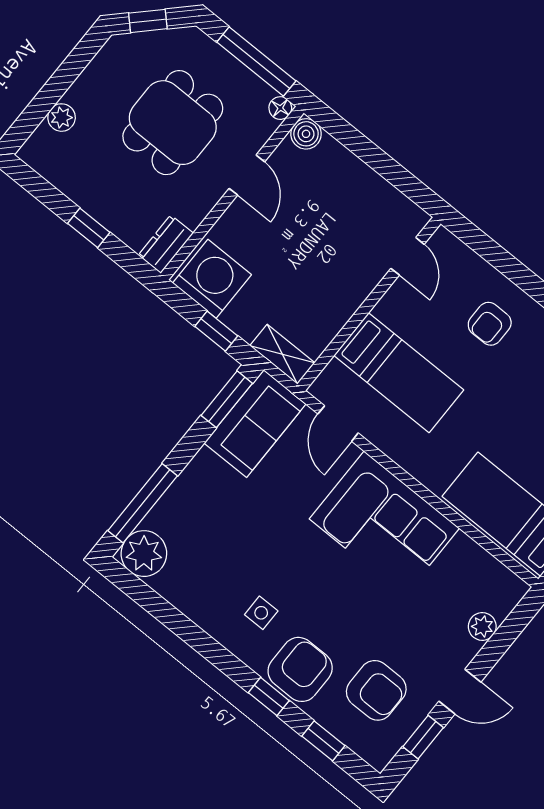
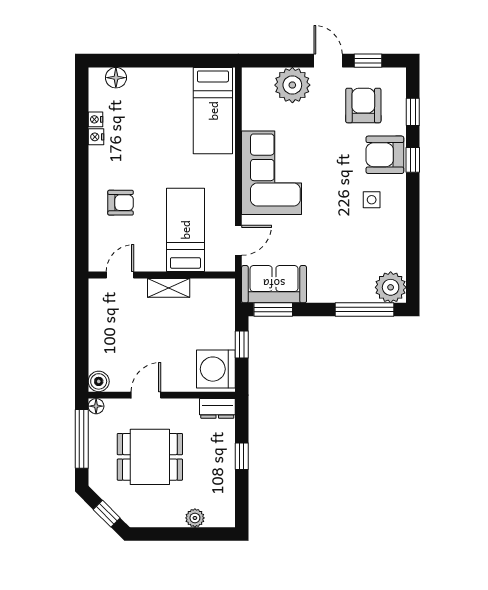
shelving: (282, 354) -> (169, 288), moved, turned 90
plant: (482, 626) -> (292, 85), width x1.88, depth x1.88

